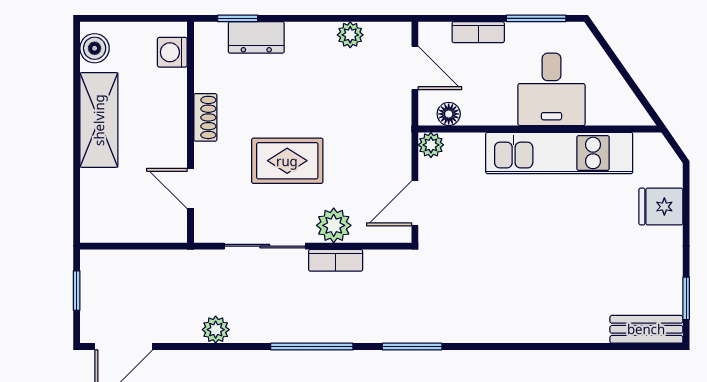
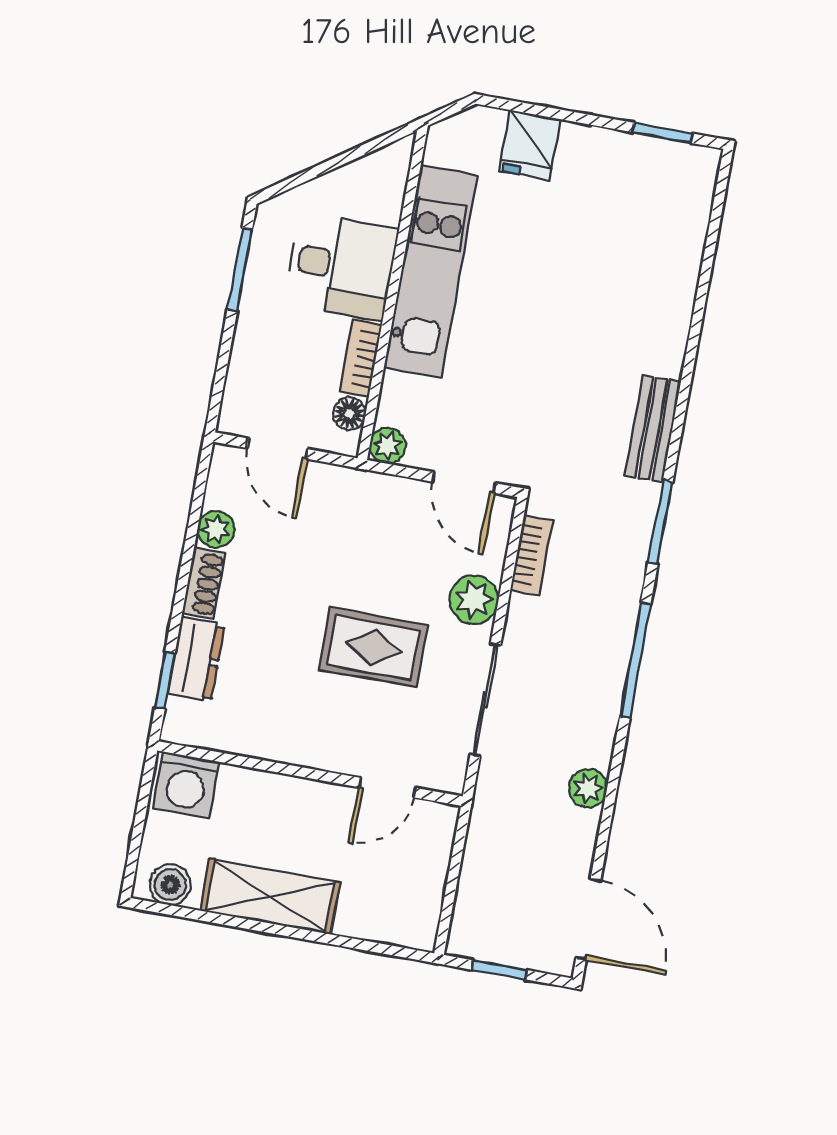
bookcase: (478, 32) -> (361, 358), moved, turned 180
washing machine: (172, 52) -> (186, 785), width x1.38, depth x1.38
door: (415, 68) -> (278, 449), swing flipped
shoe rack: (205, 117) -> (204, 583), moved, turned 90
rug: (287, 161) -> (373, 647), turned 90
bookcase: (336, 260) -> (532, 555), moved
bench: (646, 329) -> (653, 429), moved

